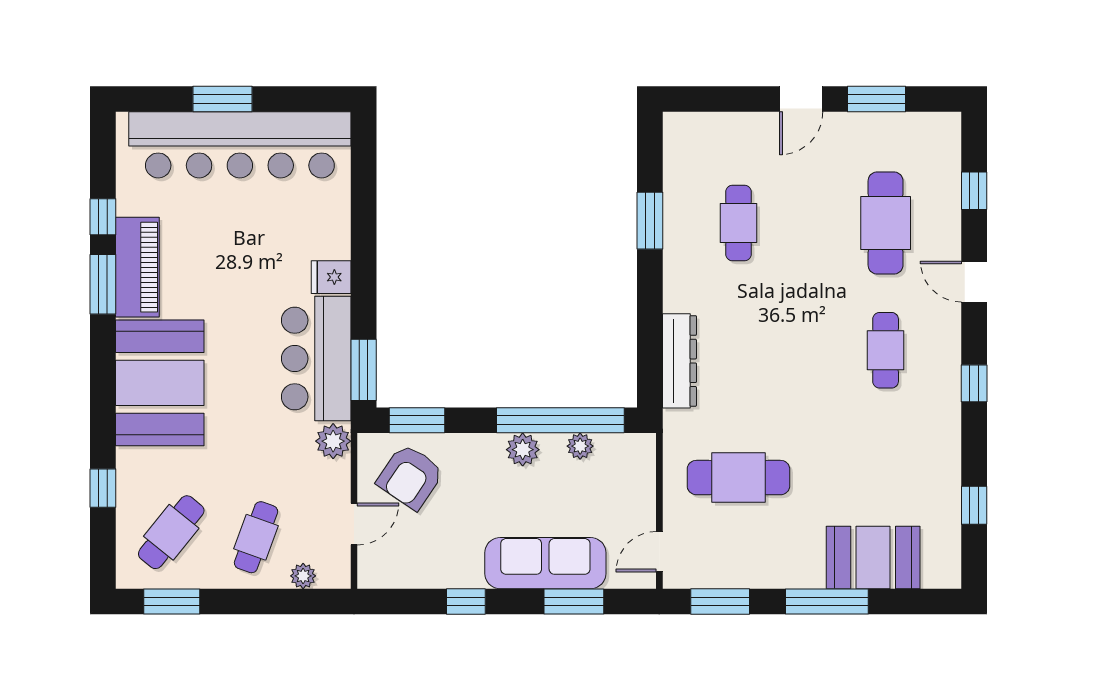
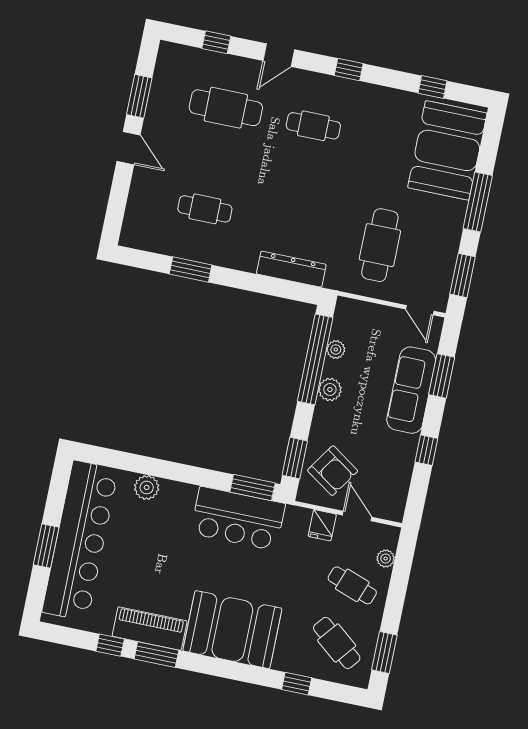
fridge: (331, 277) -> (322, 525), moved
plant: (333, 441) -> (147, 487), moved
booth: (873, 557) -> (447, 150), width x1.36, depth x1.42

